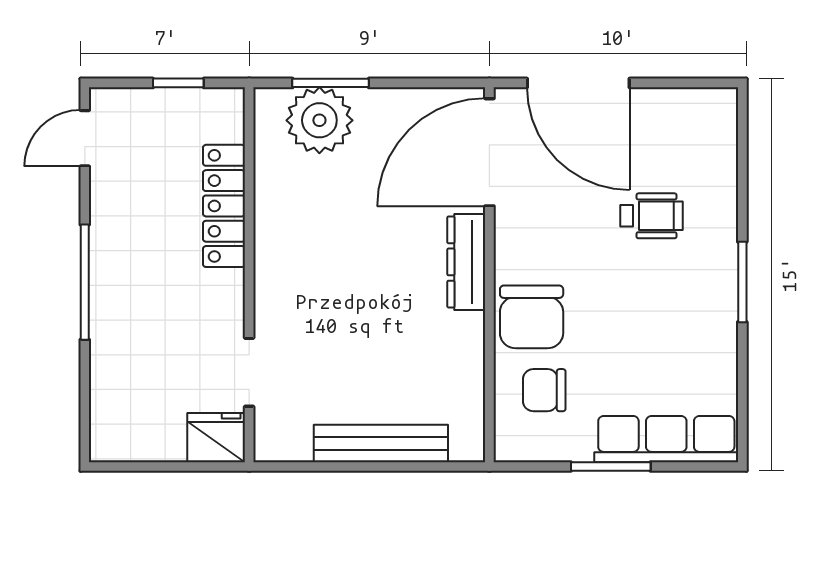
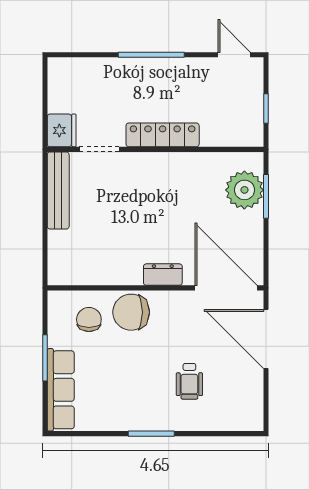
door: (578, 83) -> (266, 339), hinge flipped
locker: (224, 206) -> (163, 135), moved
dresser: (466, 262) -> (163, 275), width x0.70
bench: (381, 443) -> (58, 191), moved

